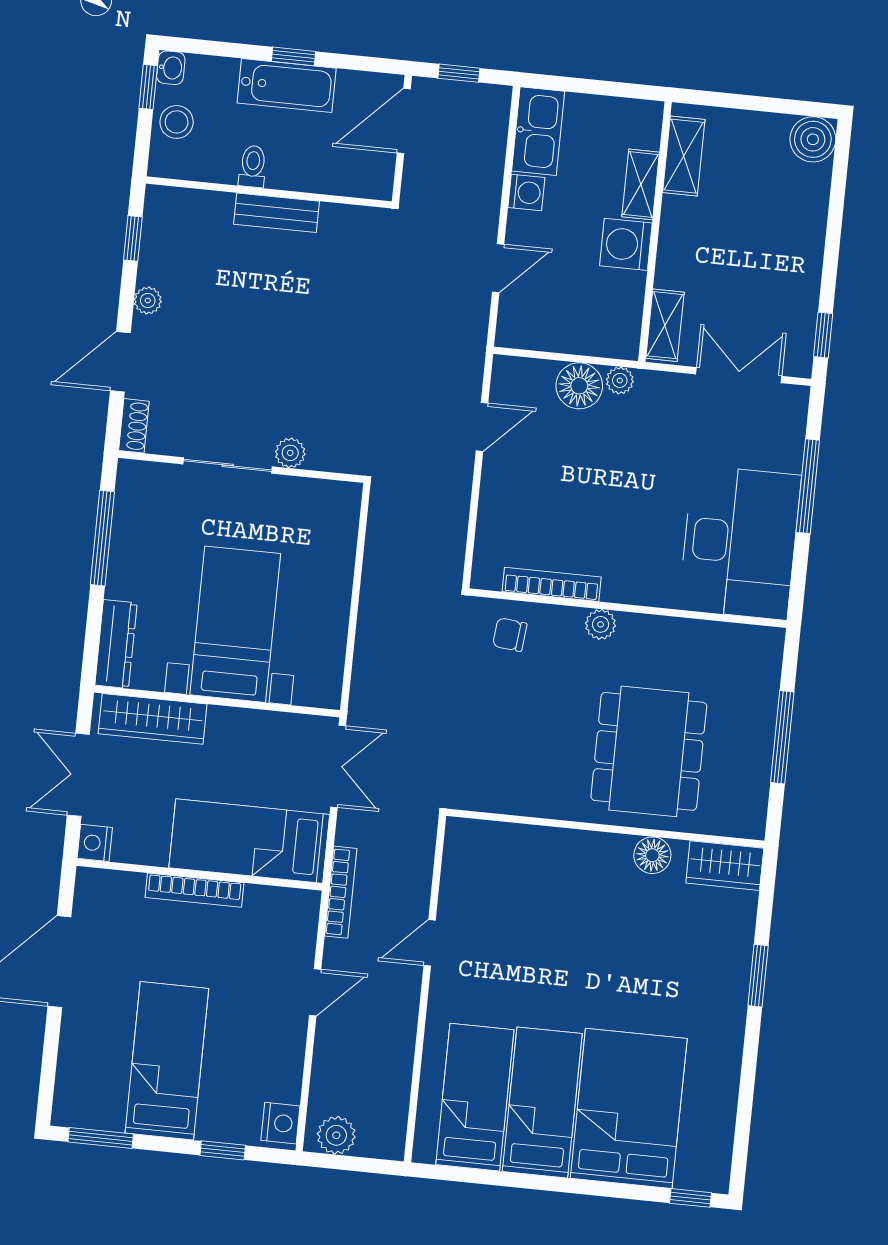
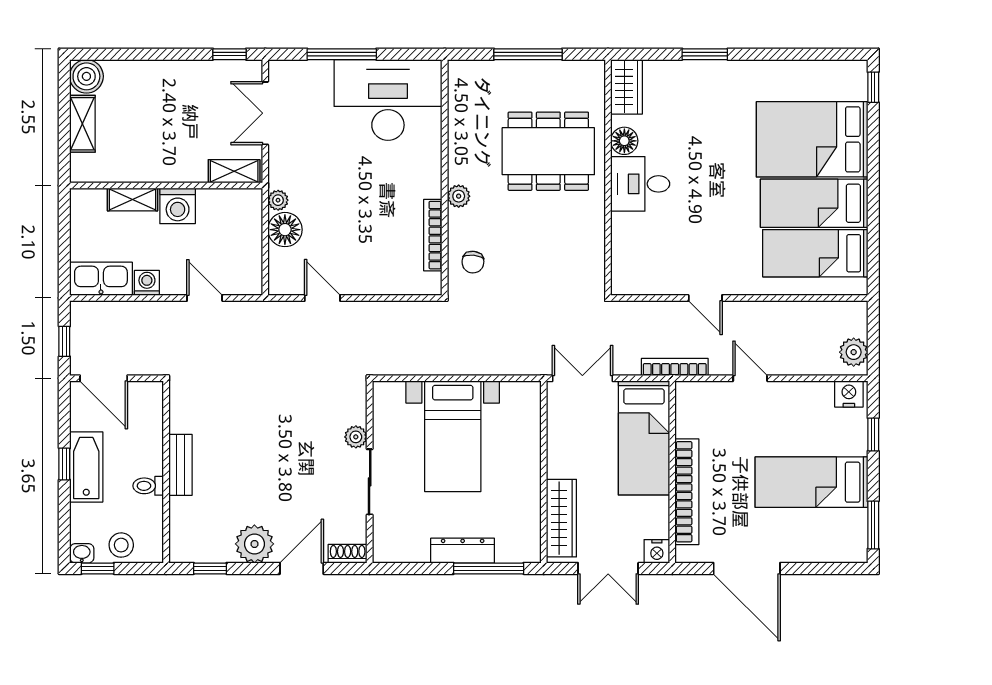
shelving: (684, 156) -> (82, 124), moved, turned 90
plant: (148, 300) -> (254, 544), width x1.88, depth x1.88
door: (120, 362) -> (302, 568), swing flipped
window: (102, 538) -> (489, 568), moved
bed with nightstands: (235, 624) -> (453, 436), moved, turned -90
dresser: (116, 644) -> (463, 551), moved
desk: (592, 871) -> (640, 184), added
bookcase: (194, 890) -> (687, 492), width x1.48, depth x1.31

